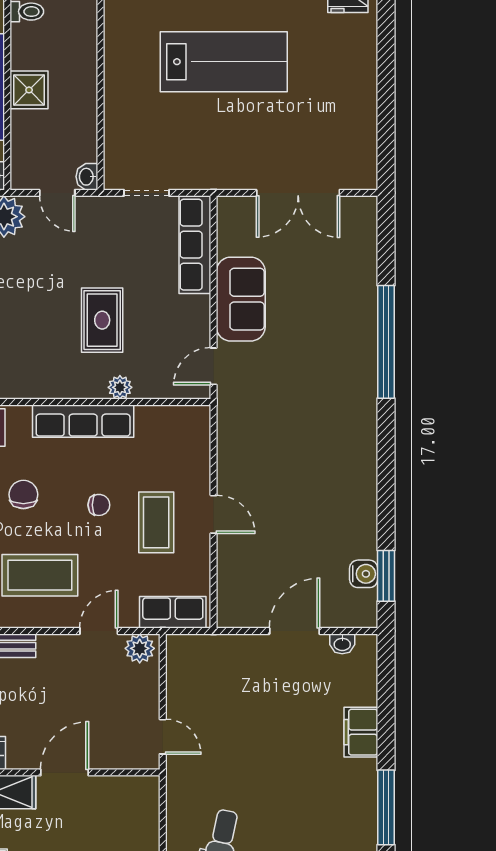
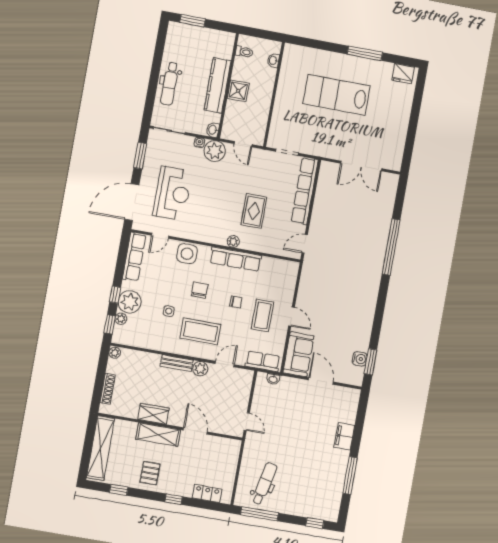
lab bench: (224, 62) -> (337, 95), turned 180
washbasin: (87, 177) -> (273, 60), moved
row of seats: (195, 245) -> (305, 191), width x1.36
sofa: (241, 299) -> (298, 354), moved
plant: (120, 387) -> (233, 241), moved
door: (294, 631) -> (321, 381), hinge flipped
washbasin: (342, 644) -> (273, 379), moved
plant: (140, 648) -> (200, 369), moved
door: (64, 772) -> (195, 431), hinge flipped

